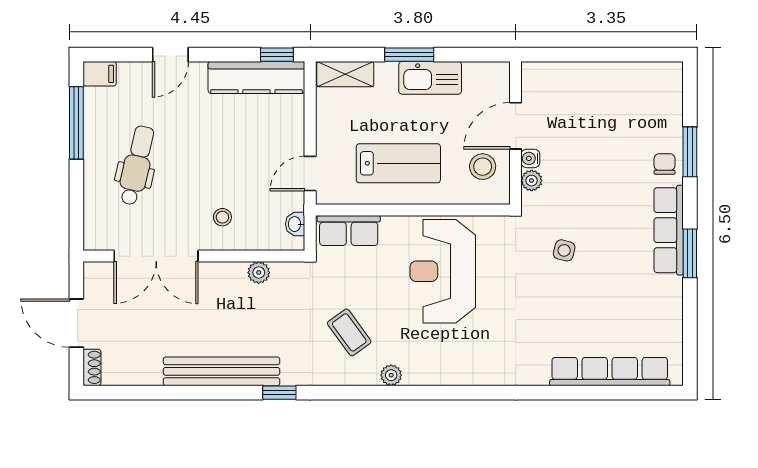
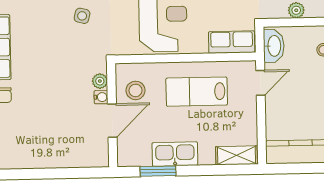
window: (277, 55) -> (286, 169), removed
window: (409, 55) -> (158, 171), moved
washbasin: (295, 224) -> (274, 46), width x1.91, depth x1.45
side table: (564, 250) -> (82, 16), moved

